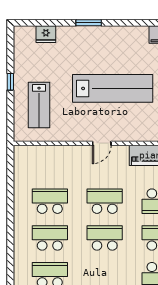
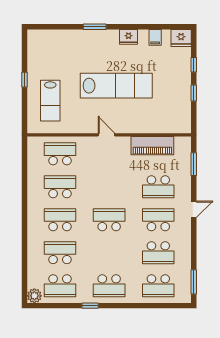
fridge: (46, 34) -> (129, 37), moved
door: (102, 143) -> (107, 135), swing flipped
school desk: (105, 201) -> (60, 154), moved

